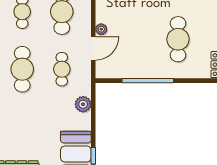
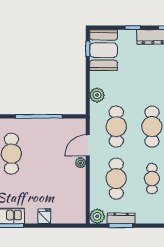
cafe table: (62, 69) -> (116, 127), width x1.37, depth x1.35

